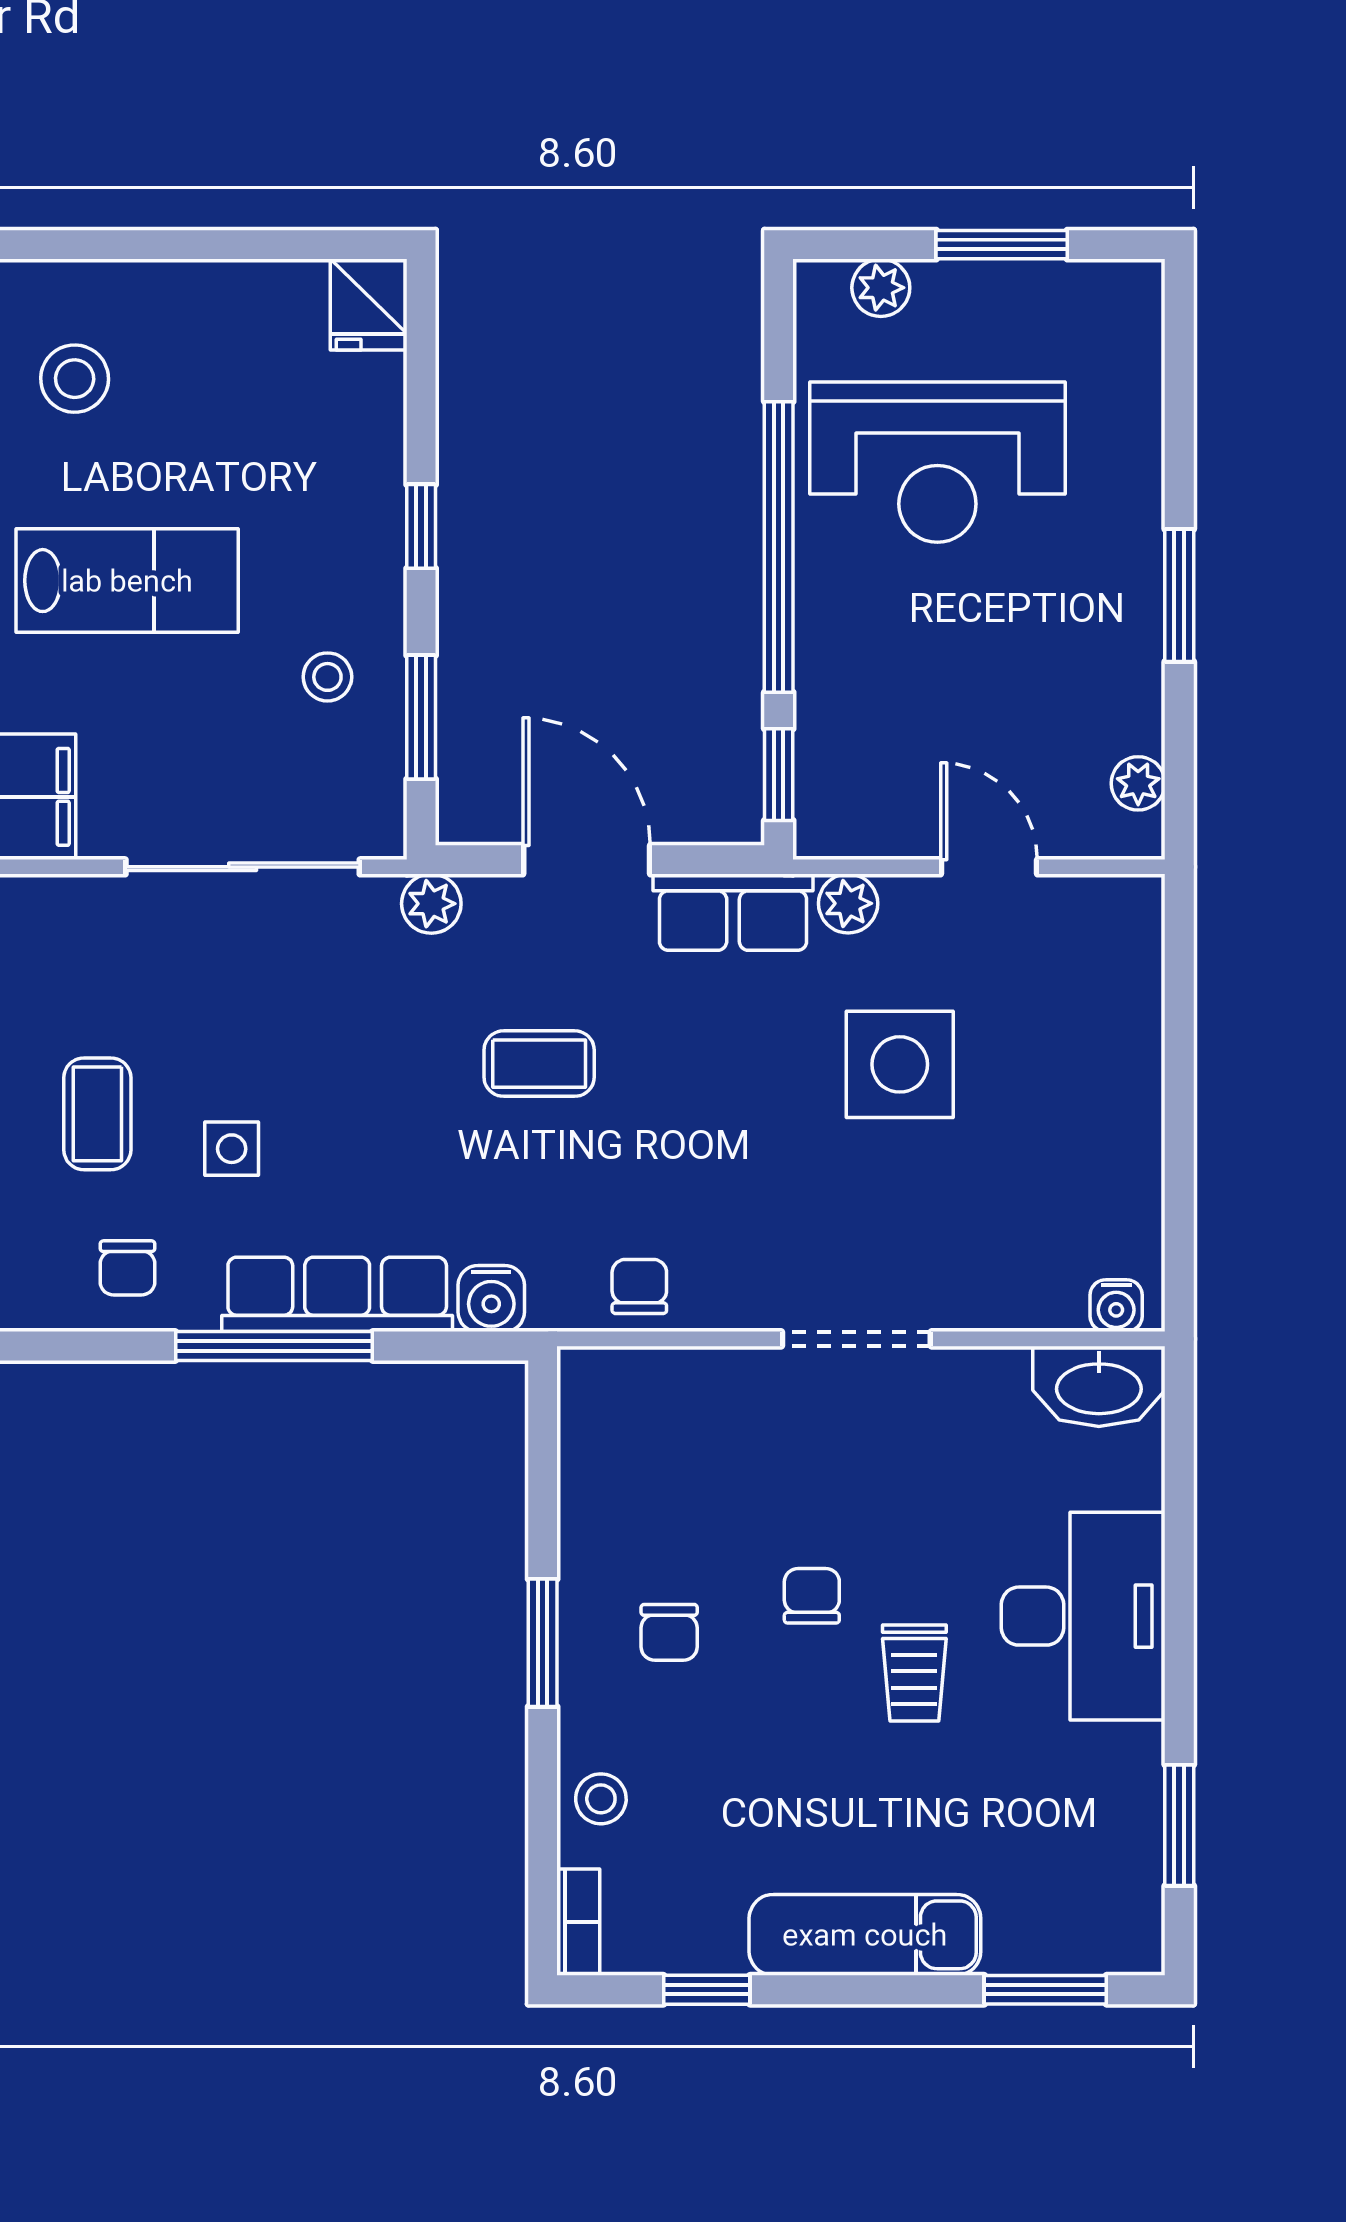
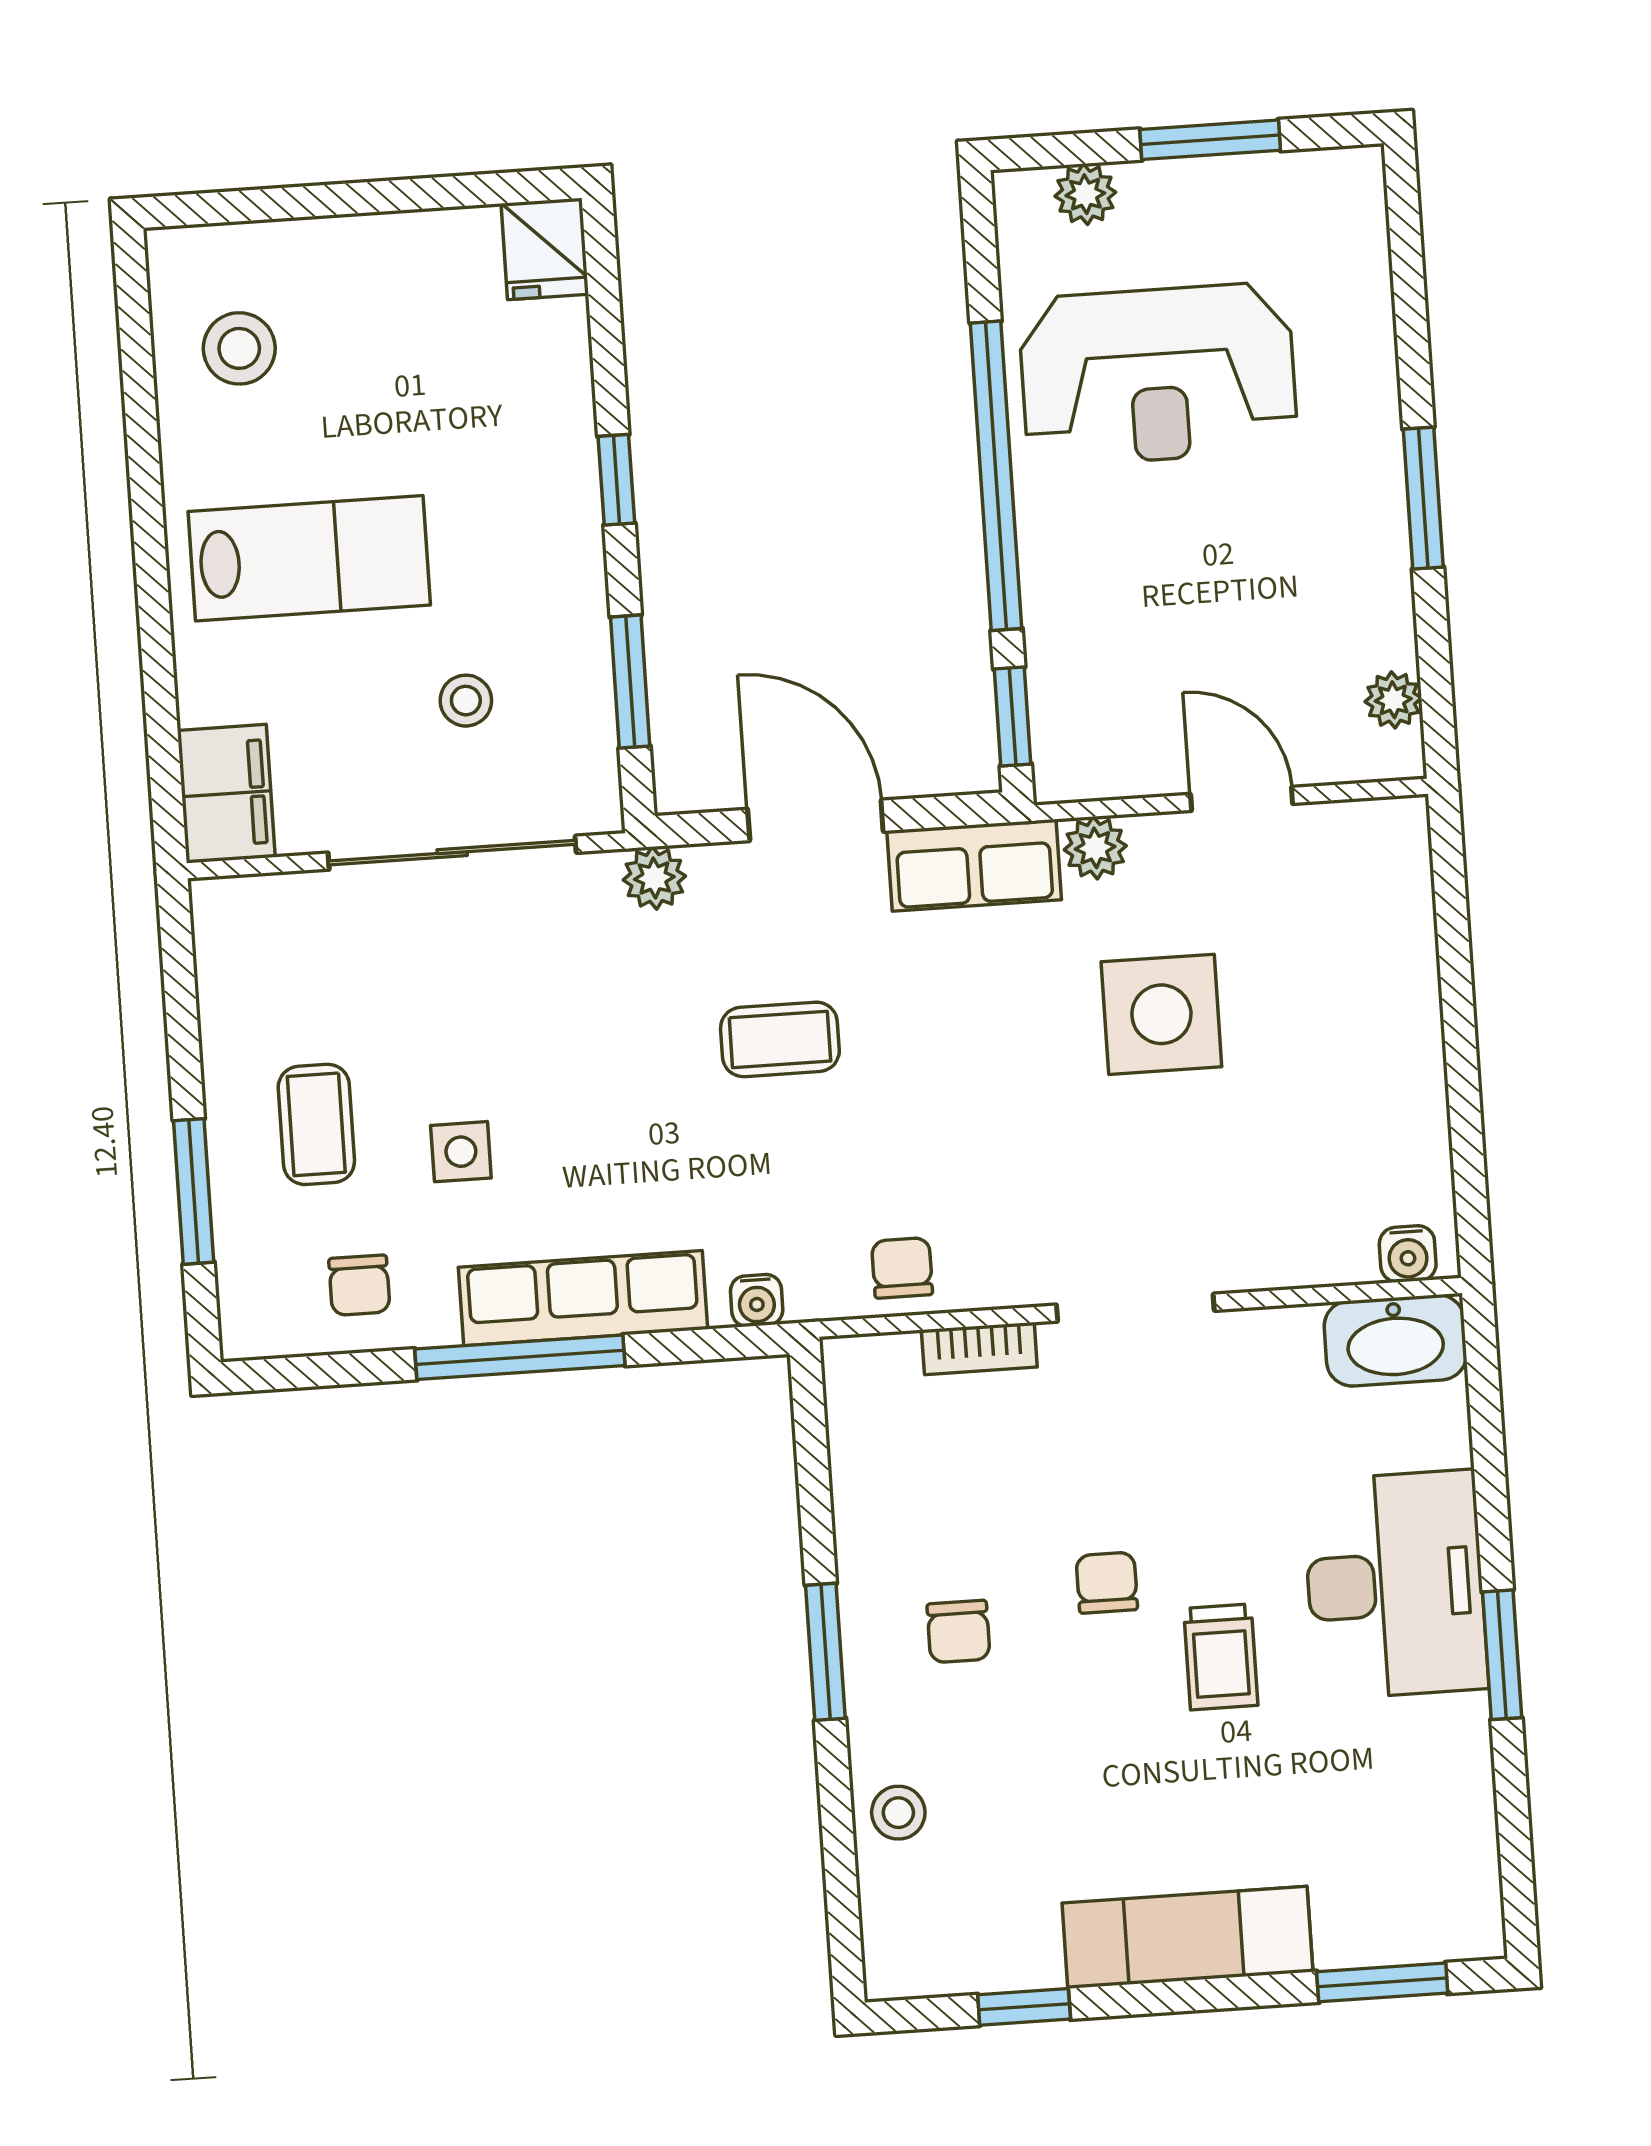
stool: (327, 677) -> (466, 701), moved
water cooler: (491, 1299) -> (757, 1300), width x0.72, depth x0.72
window: (1179, 1825) -> (1502, 1655), moved
bookcase: (578, 1922) -> (979, 1349), moved, turned 90

